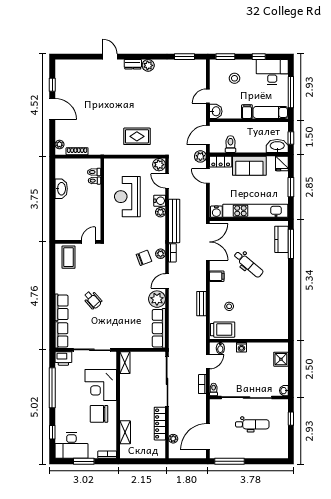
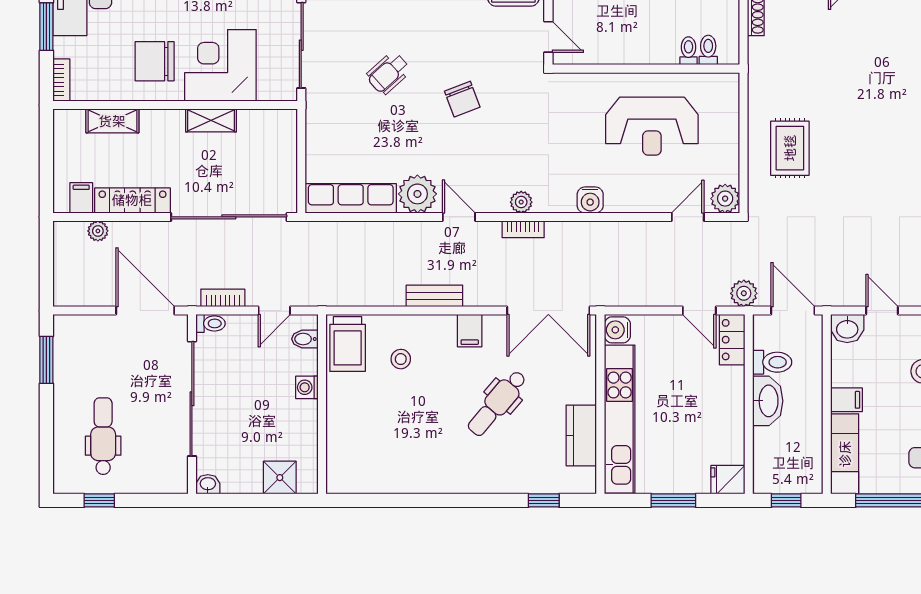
washbasin: (277, 146) -> (768, 401), moved
sofa: (249, 166) -> (723, 405), removed
door: (208, 176) -> (699, 311), swing flipped
reception desk: (127, 197) -> (652, 126), turned 180
water cooler: (160, 201) -> (590, 200), moved
plant: (160, 212) -> (616, 202), removed
bench: (174, 221) -> (596, 233), removed
kitchen counter: (281, 239) -> (581, 435), moved, turned -90
window: (291, 244) -> (544, 500), width x0.46
chair: (144, 258) -> (462, 99), moved
wheelchair: (93, 300) -> (388, 73), moved
bench: (202, 304) -> (434, 296), moved
door: (208, 362) -> (274, 311), hinge flipped
shelving: (125, 363) -> (211, 120), moved
chair: (99, 414) -> (155, 61), turned -90
window: (291, 419) -> (99, 500), moved
dental chair: (252, 424) -> (103, 436), moved, turned 180
door: (208, 437) -> (145, 311), moved
filing cabinet: (159, 446) -> (81, 198), added
window: (229, 461) -> (46, 360), width x0.69

